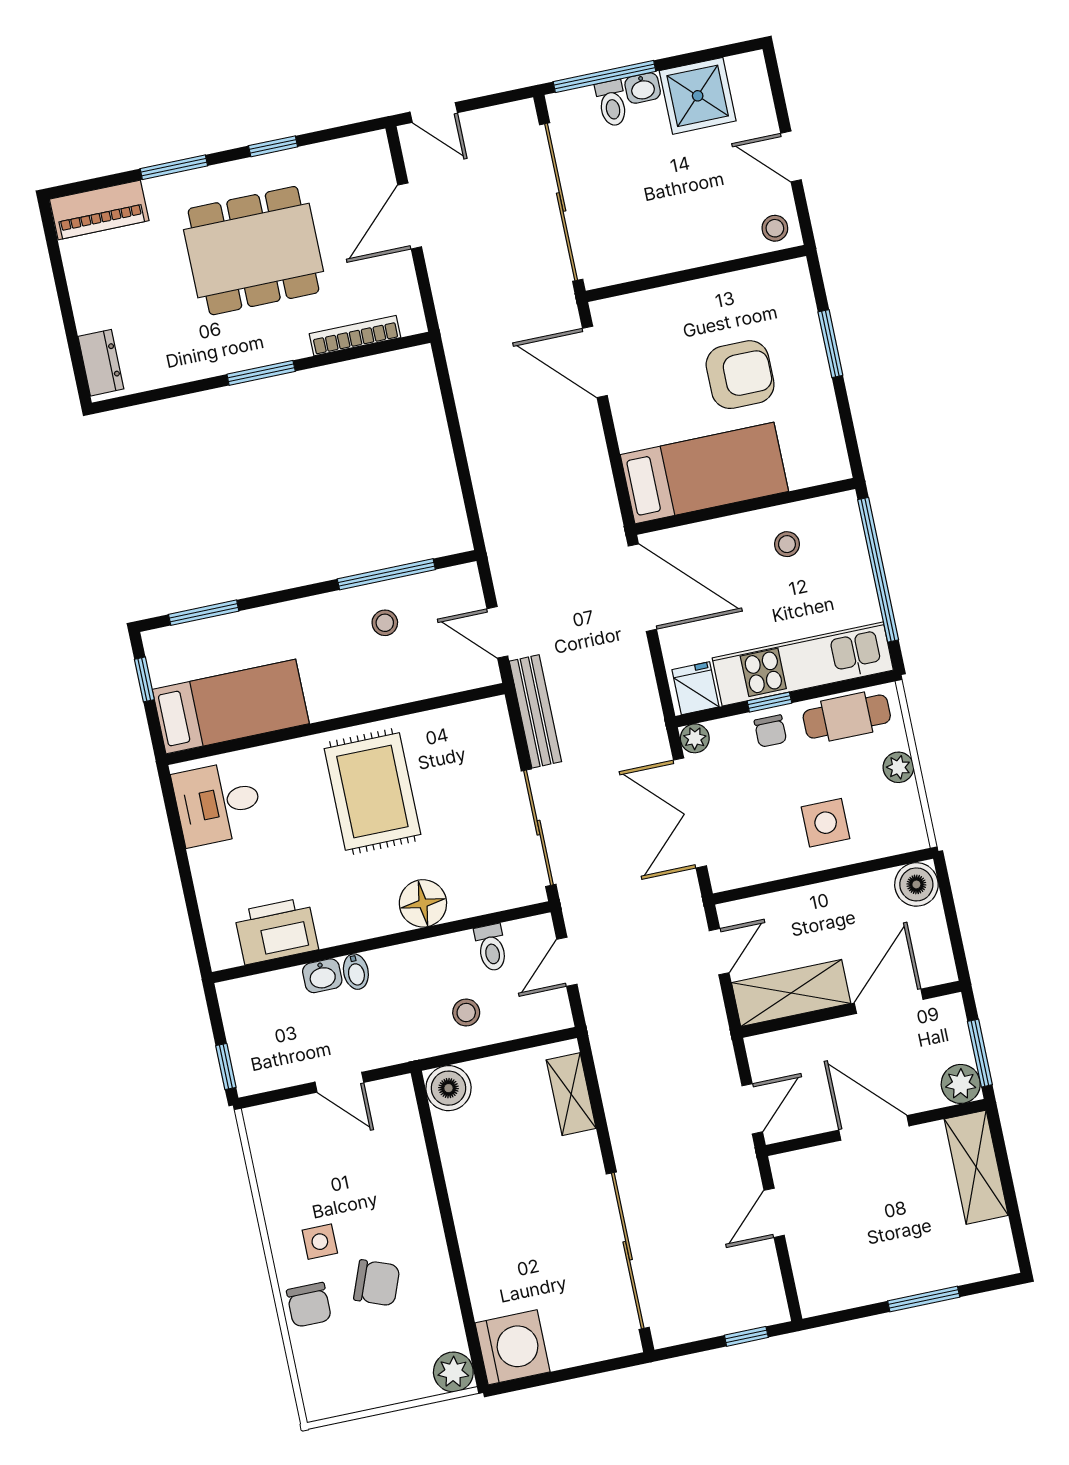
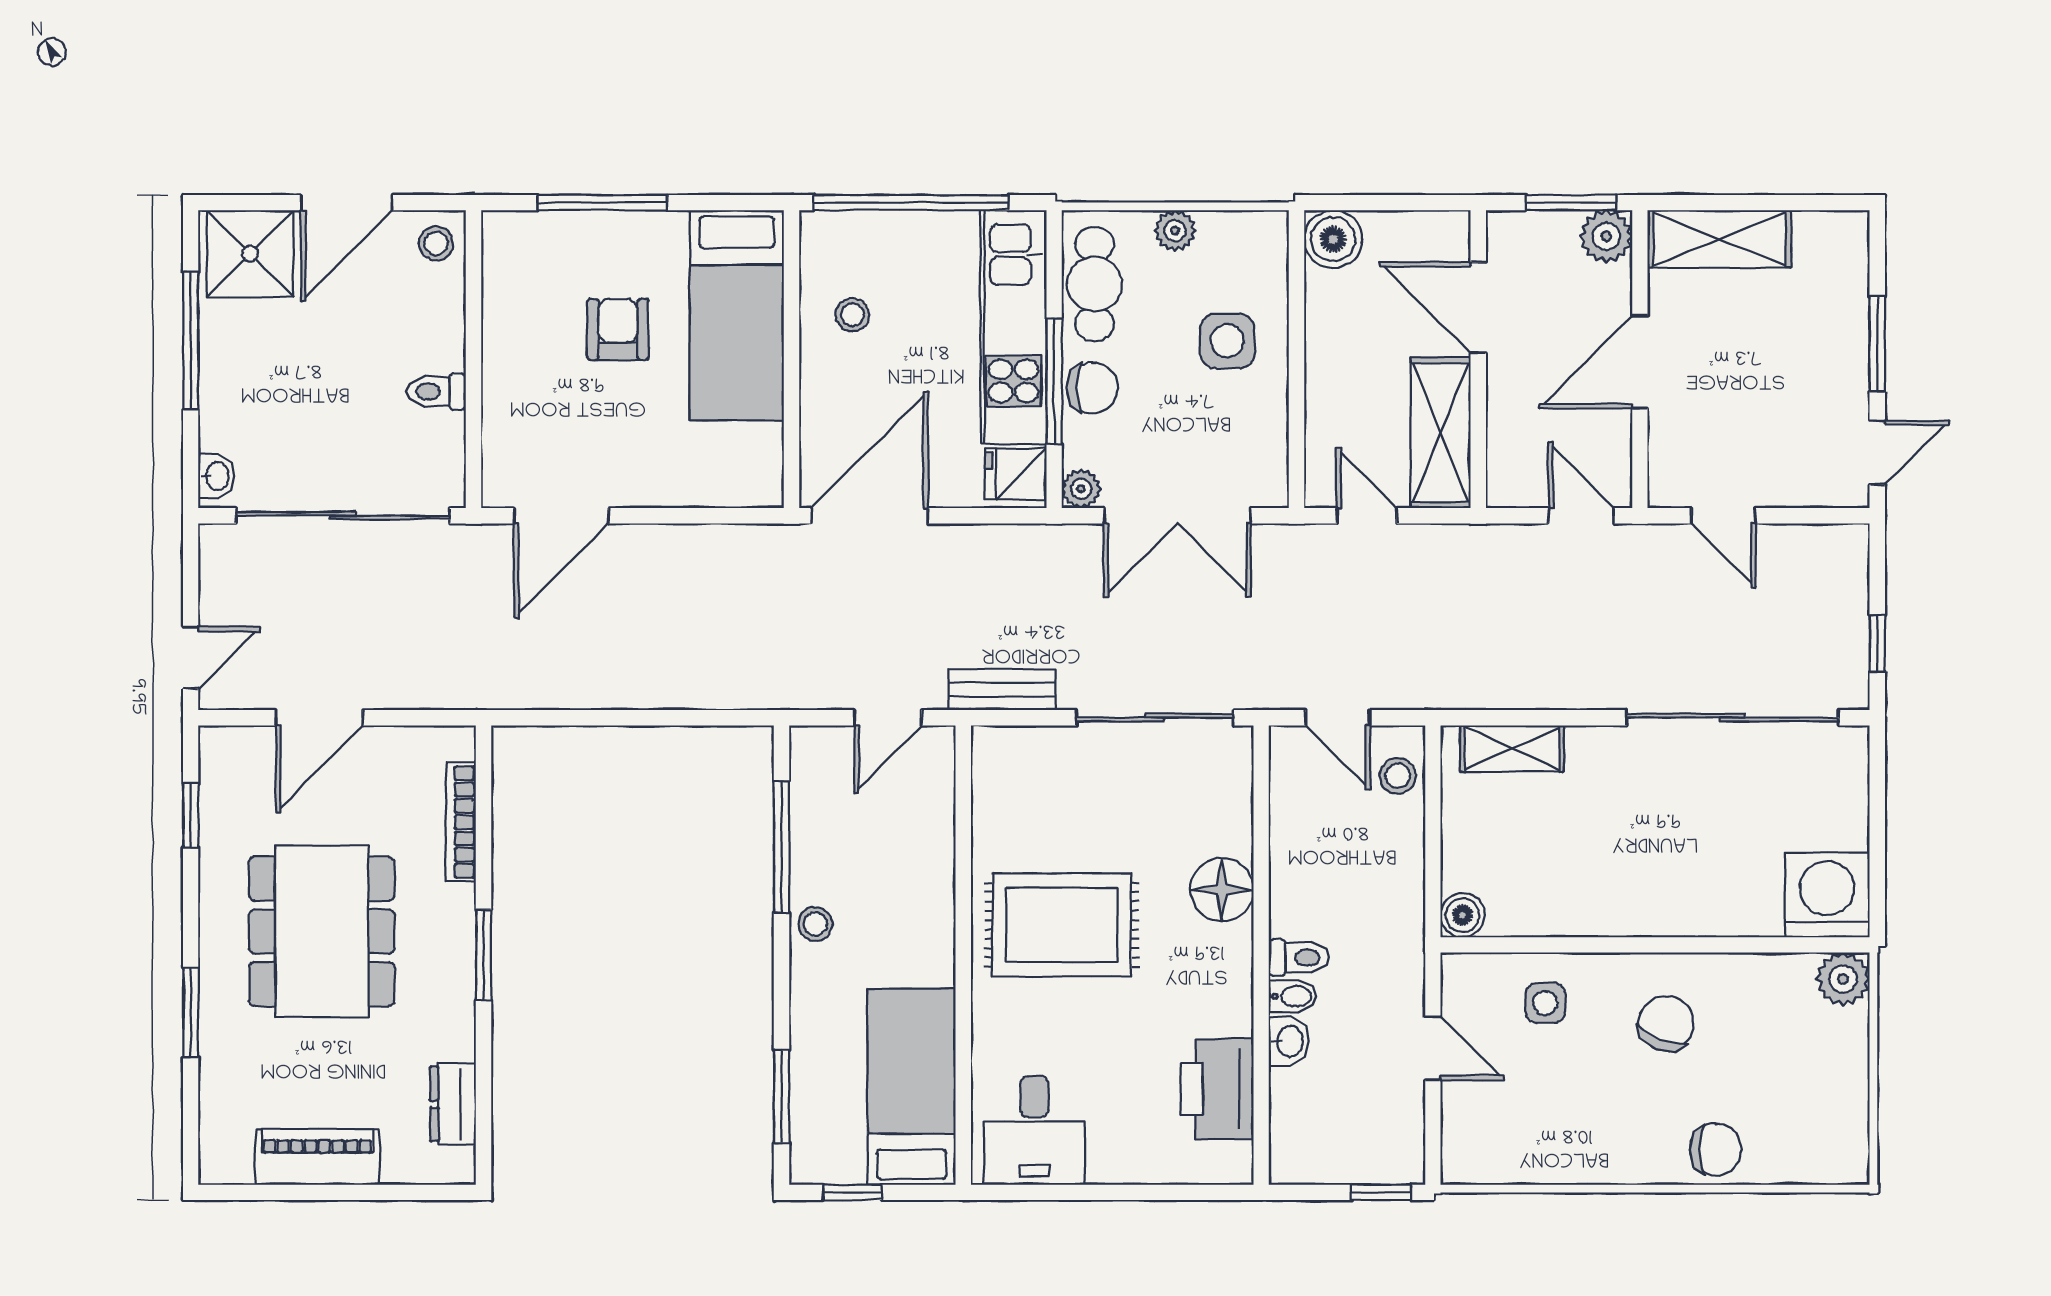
window: (605, 76) -> (191, 341), moved
washbasin: (643, 88) -> (216, 476), moved
shower: (698, 96) -> (250, 254), moved
toilet: (612, 103) -> (436, 392), moved, turned 180
window: (273, 146) -> (191, 816), moved
door: (791, 156) -> (347, 203), width x1.38
piano: (99, 210) -> (317, 1157), moved, turned -90
door: (410, 216) -> (319, 718), hinge flipped
window: (830, 344) -> (602, 203), width x1.44
dresser: (101, 363) -> (453, 1104), moved, turned -90
armchair: (740, 375) -> (618, 329), width x0.72, depth x0.72
bed: (704, 473) -> (737, 315), moved, turned 180
stool: (385, 623) -> (815, 924), moved
window: (769, 702) -> (1054, 381), width x2.17
bench: (535, 711) -> (1002, 690), width x0.73
chair: (770, 731) -> (1092, 388), width x1.37, depth x1.37
toilet: (491, 948) -> (1299, 957), moved
stool: (466, 1013) -> (1398, 776), moved
door: (339, 1082) -> (1433, 1048), hinge flipped
boiler: (449, 1088) -> (1463, 915), width x0.73, depth x0.73
side table: (320, 1242) -> (1545, 1003), moved
chair: (377, 1283) -> (1666, 1023), moved
door: (844, 1316) -> (1877, 453), added
window: (746, 1336) -> (1877, 643), moved

